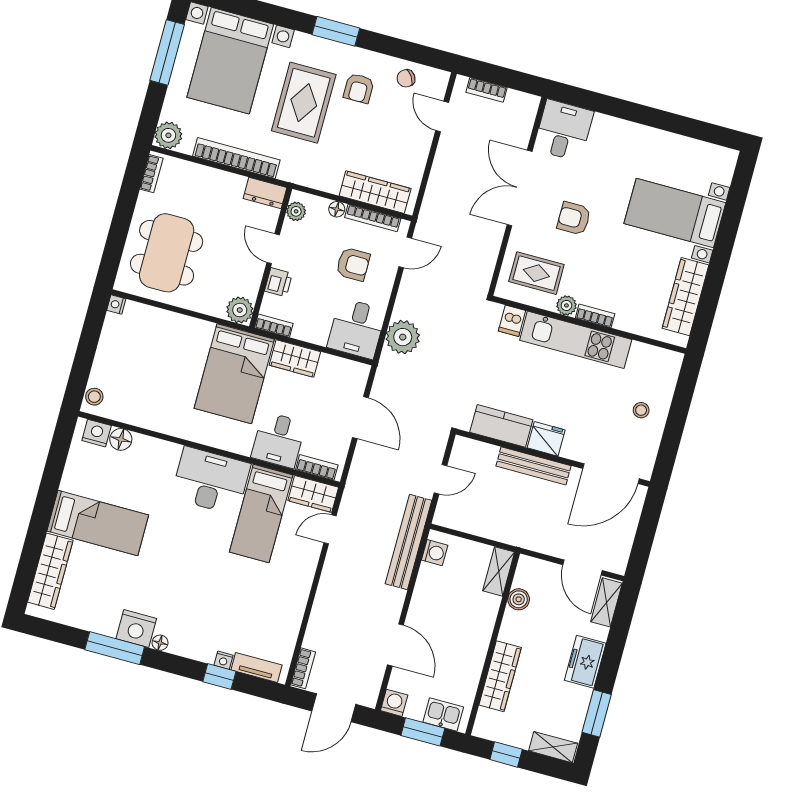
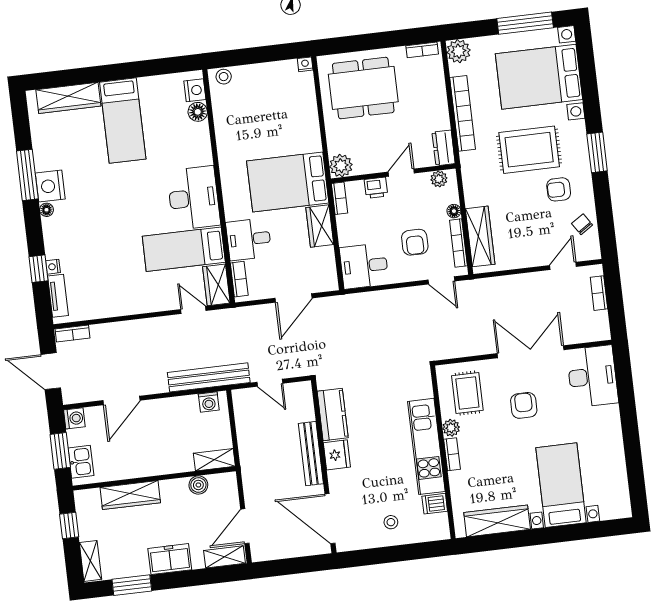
desk: (564, 130) -> (592, 376), width x1.37
dishwasher: (512, 321) -> (435, 504), moved
plant: (403, 337) -> (372, 306), removed

